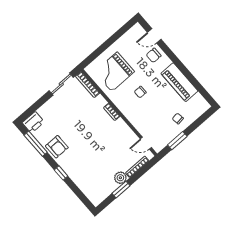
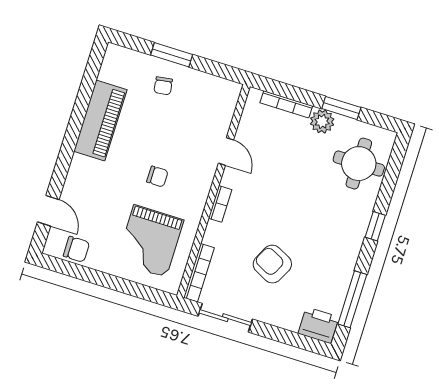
chair: (154, 55) -> (76, 249), moved
grand piano: (114, 72) -> (150, 241), turned 90
window: (177, 141) -> (172, 55), moved
door: (146, 143) -> (226, 151), moved
armchair: (57, 147) -> (272, 264), moved, turned -63
round table: (92, 182) -> (359, 164), added

